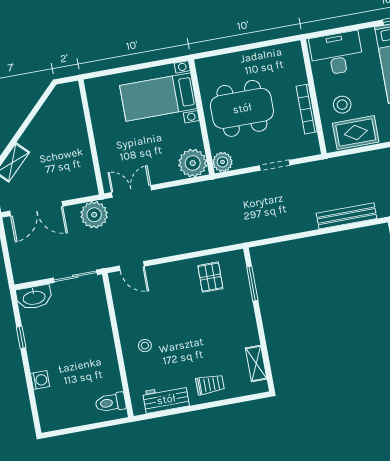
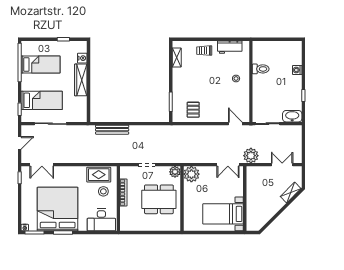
bed with nightstands: (158, 97) -> (223, 214), moved, turned 180
double door: (36, 209) -> (282, 165), width x0.73
toilet: (110, 403) -> (261, 69), moved

